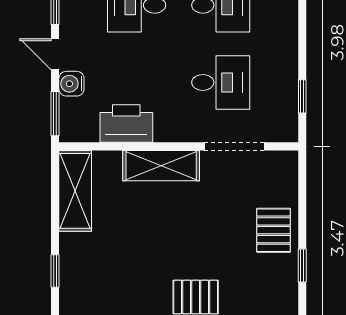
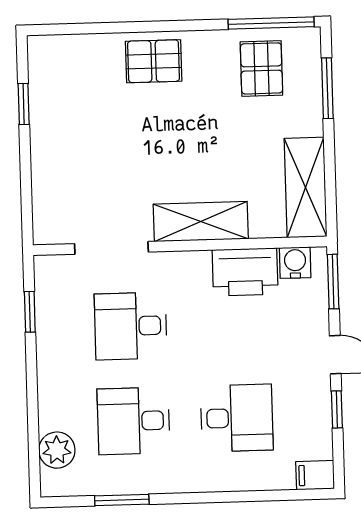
water cooler: (71, 84) -> (295, 263), moved, turned -90
pallet: (273, 230) -> (261, 68), moved
window: (55, 271) -> (327, 88), width x1.50

